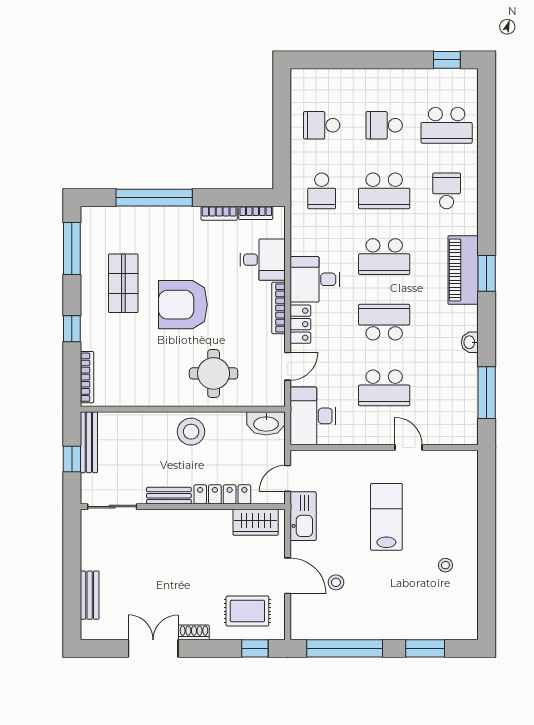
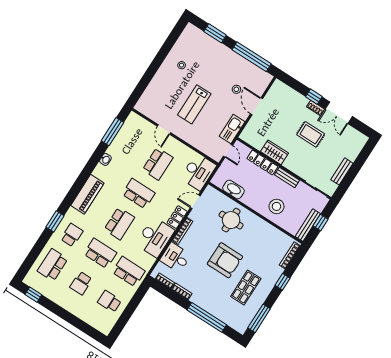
school desk: (322, 125) -> (109, 301), turned 180
school desk: (384, 125) -> (81, 283), turned 90
school desk: (447, 125) -> (53, 265), turned -90
school desk: (322, 191) -> (129, 272), width x1.85
school desk: (447, 191) -> (72, 235), turned 180
school desk: (384, 257) -> (119, 223), turned 90
window: (487, 273) -> (55, 221), moved
desk: (315, 279) -> (155, 237), width x1.37
school desk: (384, 322) -> (139, 194), turned 180
school desk: (384, 388) -> (158, 164), turned 90
washbasin: (266, 423) -> (233, 190), moved
stool: (191, 432) -> (276, 206), moved
door: (288, 478) -> (228, 151), hinge flipped
wardrobe: (256, 522) -> (274, 152), moved
bench: (90, 595) -> (342, 171), moved
rug: (247, 611) -> (311, 134), moved
window: (255, 648) -> (314, 97), moved

